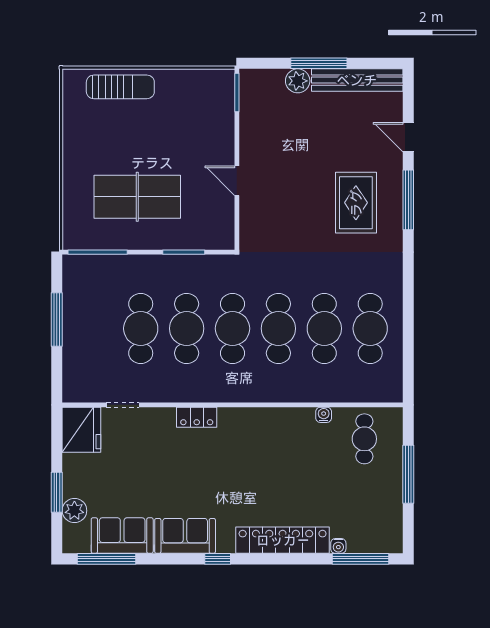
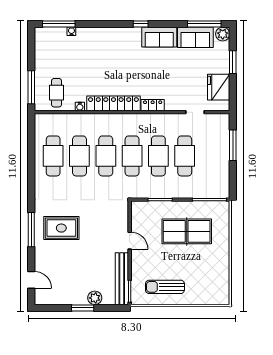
window: (319, 63) -> (83, 308), width x0.69
bench: (357, 80) -> (122, 279), moved, turned 90
sun lounger: (120, 87) -> (165, 287), moved
door: (408, 137) -> (31, 280), moved
rug: (356, 203) -> (61, 228), turned 90
window: (57, 320) -> (233, 145), moved
fridge: (81, 430) -> (219, 87), moved
window: (408, 474) -> (31, 87), moved
plant: (74, 511) -> (223, 34), moved
locker: (283, 540) -> (113, 103), moved, turned 180

